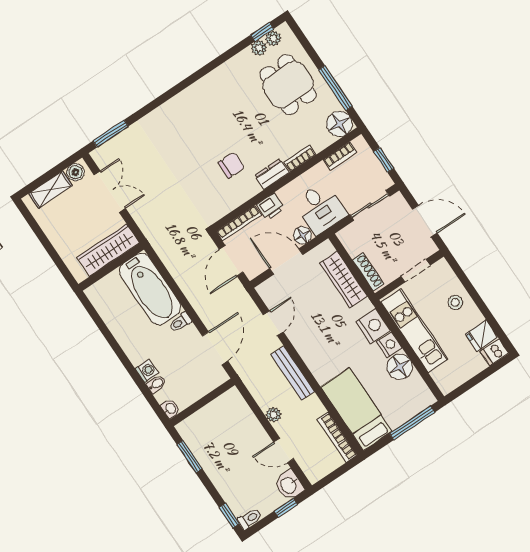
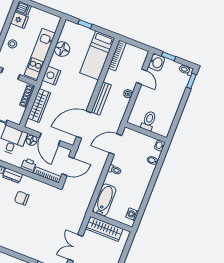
bathtub: (150, 289) -> (104, 200), width x0.73, depth x0.73
door: (273, 323) -> (84, 125), width x1.88
nightstand: (389, 345) -> (55, 61), removed
washing machine: (147, 371) -> (132, 214), moved
toilet: (215, 417) -> (149, 121), added
window: (412, 423) -> (85, 24), width x0.46
window: (189, 457) -> (176, 120), removed

